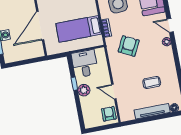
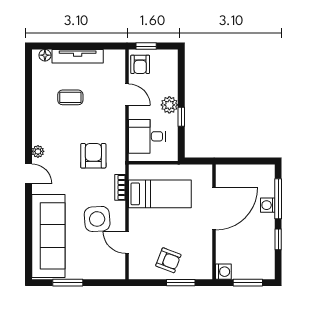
armchair: (129, 46) -> (93, 156), turned 153
desk: (85, 64) -> (147, 136), moved, turned 90
window: (107, 127) -> (146, 46), added

